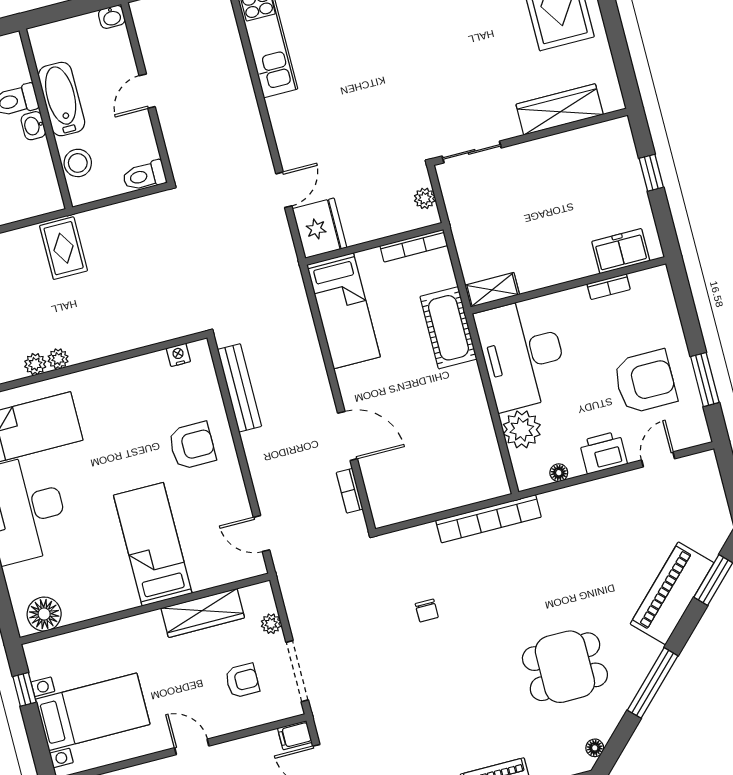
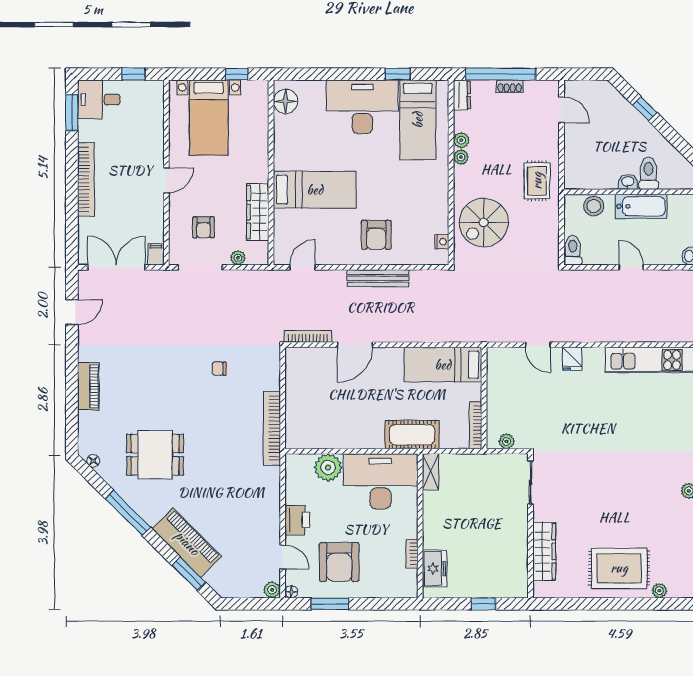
fridge: (320, 228) -> (572, 359), moved, width x0.53, depth x0.75
rug: (64, 248) -> (537, 181), turned 90
spiral stairs: (138, 305) -> (484, 222), added
bench: (240, 388) -> (378, 278), moved
plant: (706, 462) -> (272, 590), added
floor lamp: (559, 473) -> (291, 592), moved
bookcase: (350, 491) -> (308, 336), width x1.56
dining table: (565, 667) -> (155, 455), turned 90

